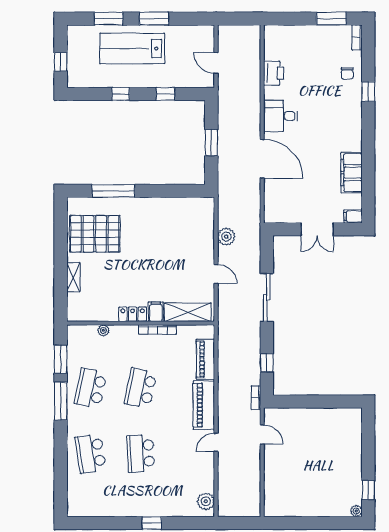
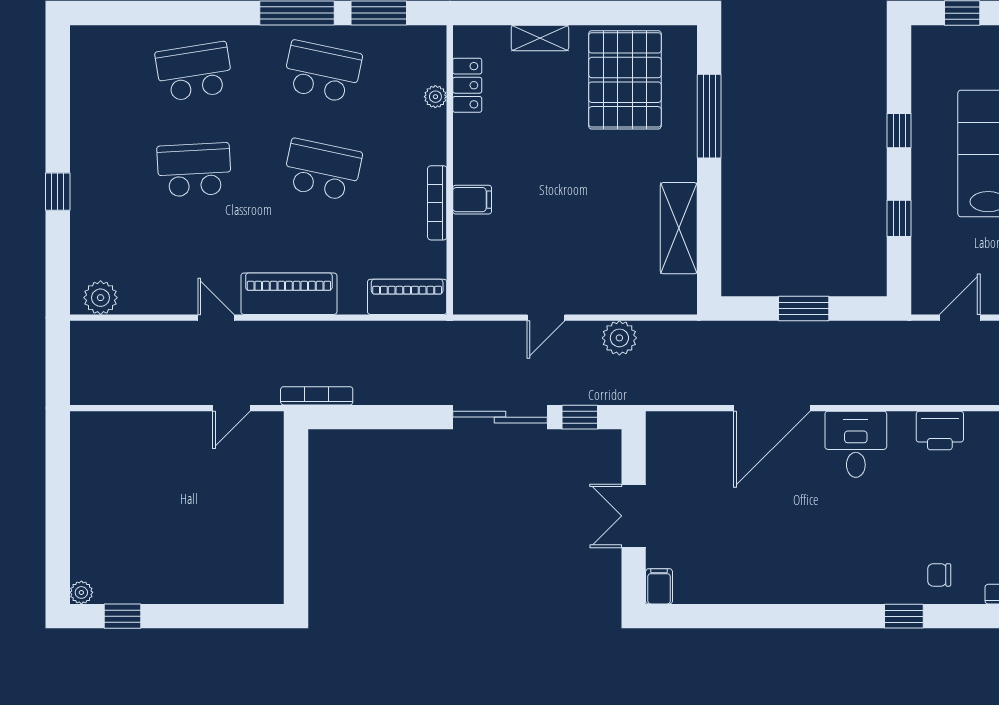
filing cabinet: (352, 173) -> (745, 583), removed
shelving: (188, 312) -> (679, 228), moved
locker: (133, 314) -> (467, 85), moved
piano: (205, 359) -> (407, 297), moved
window: (267, 363) -> (580, 417), moved
bookcase: (256, 398) -> (317, 396), width x1.56

